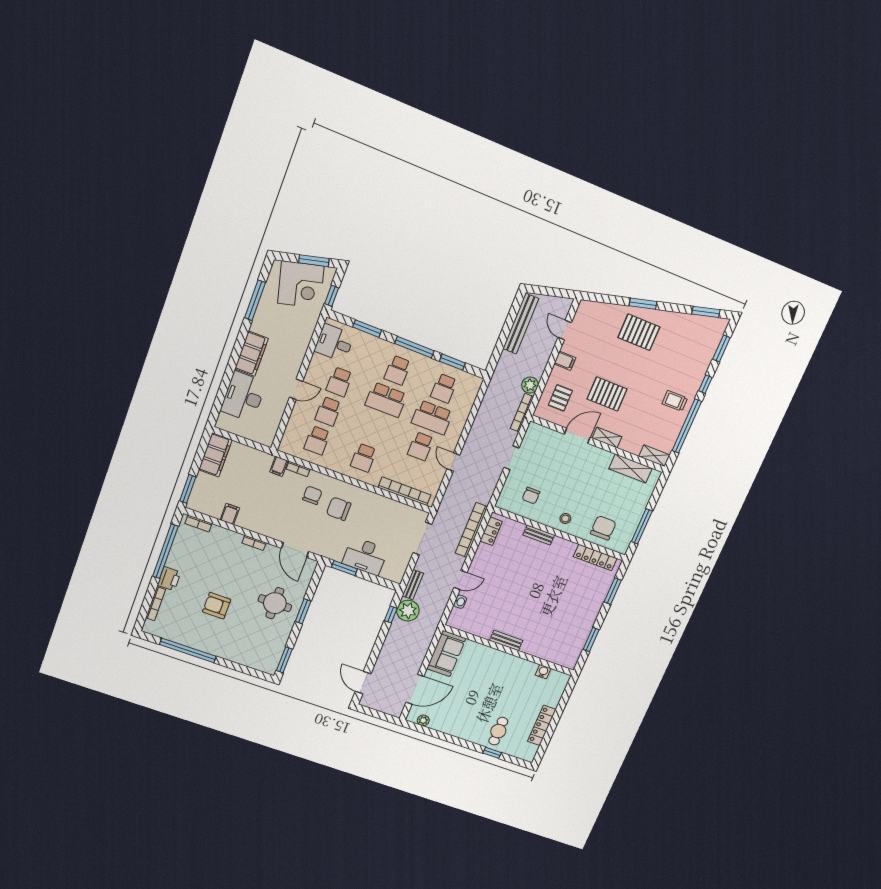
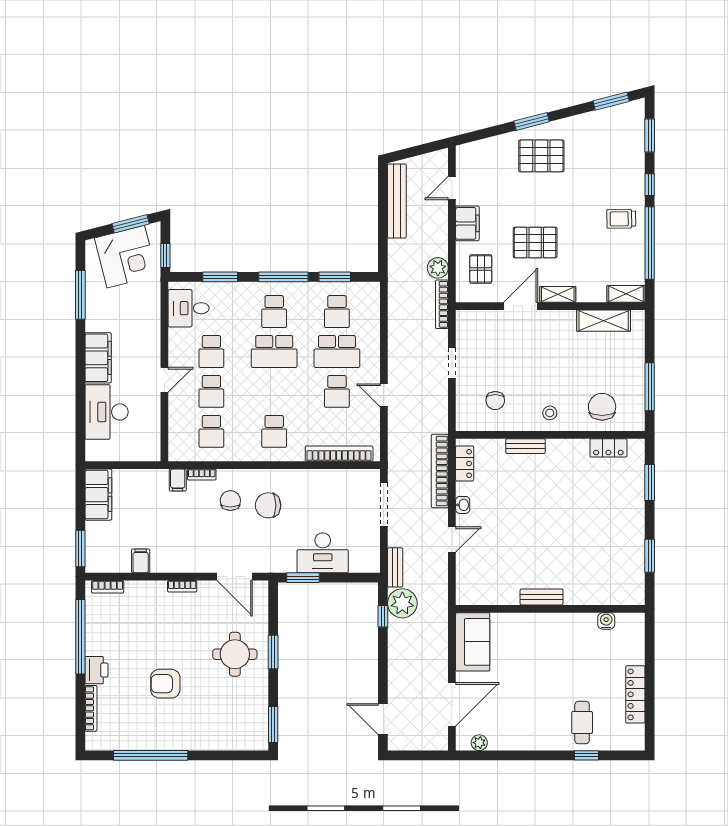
door: (565, 330) -> (452, 188), hinge flipped
filing cabinet: (565, 361) -> (467, 223), width x2.00
locker: (595, 557) -> (608, 448), width x0.66
washbasin: (460, 602) -> (463, 505), moved

